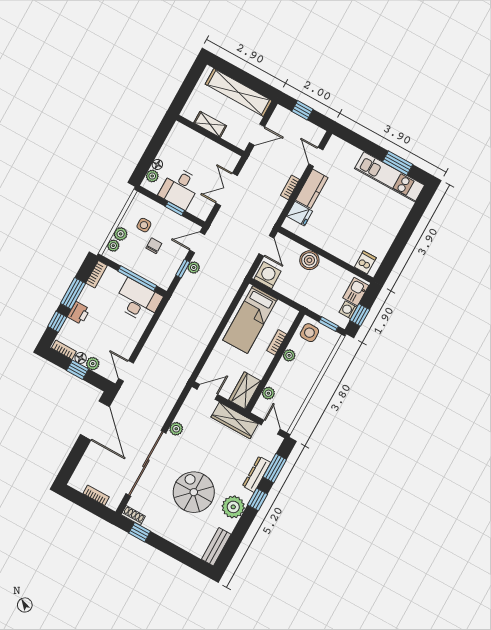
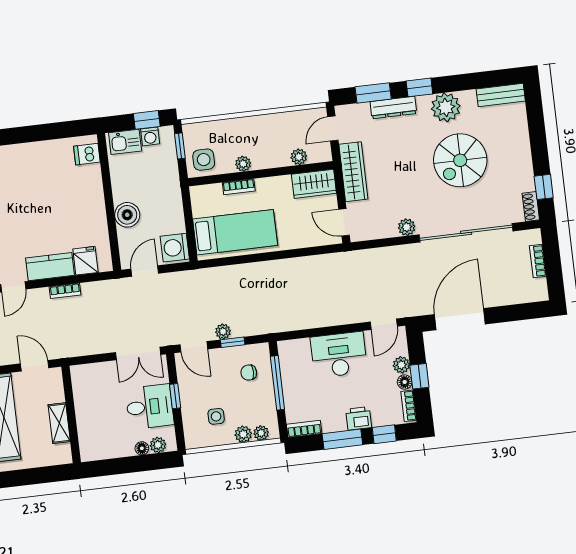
double door: (227, 189) -> (138, 353), moved
chair: (154, 246) -> (249, 373), moved
desk: (138, 301) -> (339, 355), moved, turned 90

